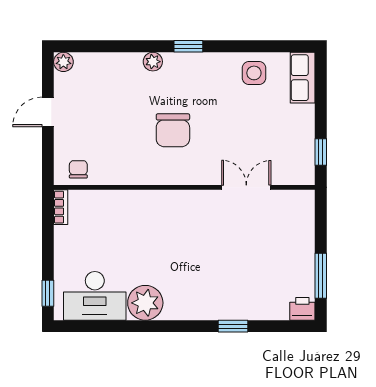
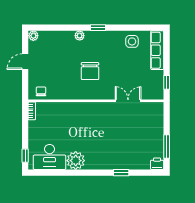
row of seats: (303, 78) -> (157, 50), width x1.48

